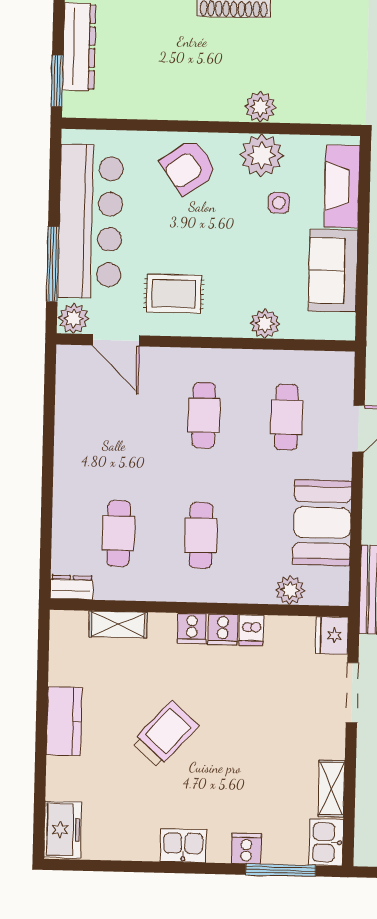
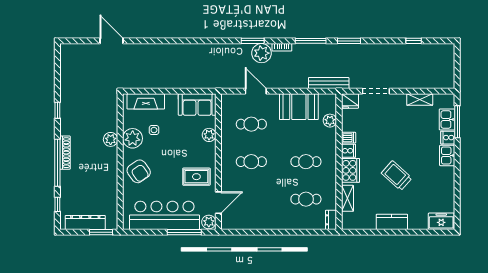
sofa: (333, 271) -> (197, 105), moved
rug: (174, 294) -> (196, 177), turned 90
cooker: (192, 628) -> (350, 170), width x1.87, depth x1.31
kitchen sink: (326, 842) -> (447, 119), moved, turned 90
kitchen sink: (183, 846) -> (447, 155), moved

